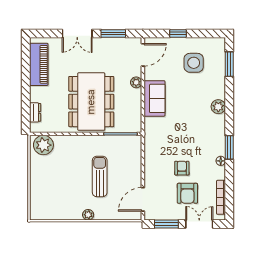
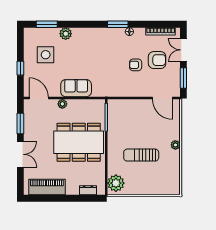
plant: (218, 107) -> (66, 34), moved
sun lounger: (100, 176) -> (141, 155), moved

